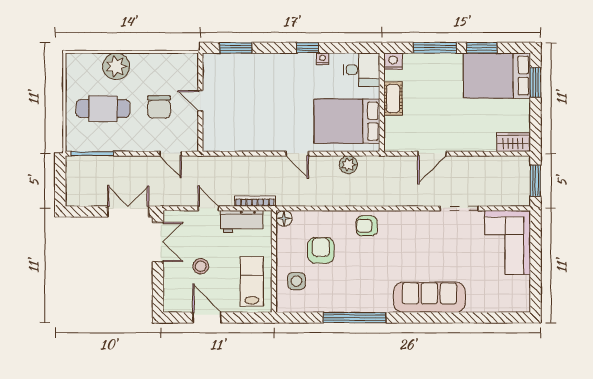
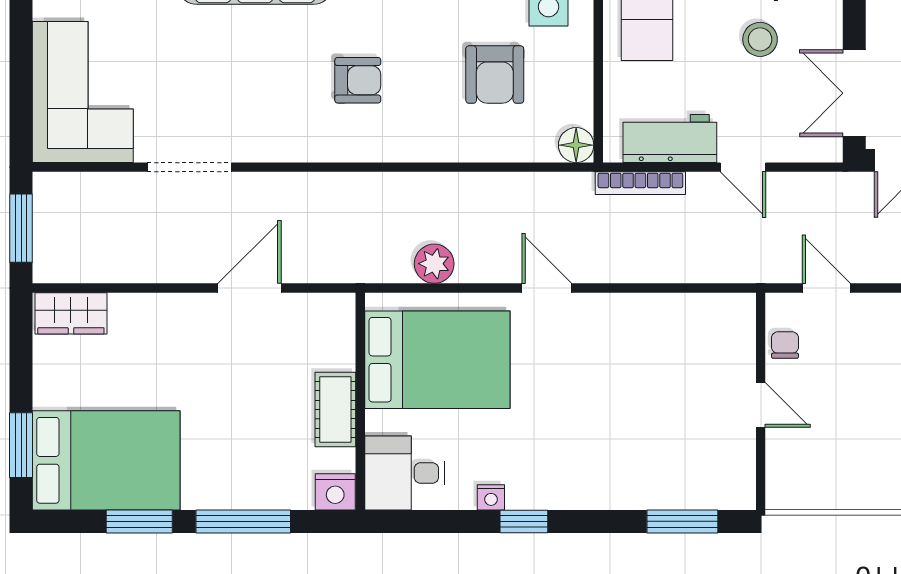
chair: (159, 107) -> (785, 345), moved, width x0.54, depth x0.54
armchair: (367, 226) -> (358, 80), moved

